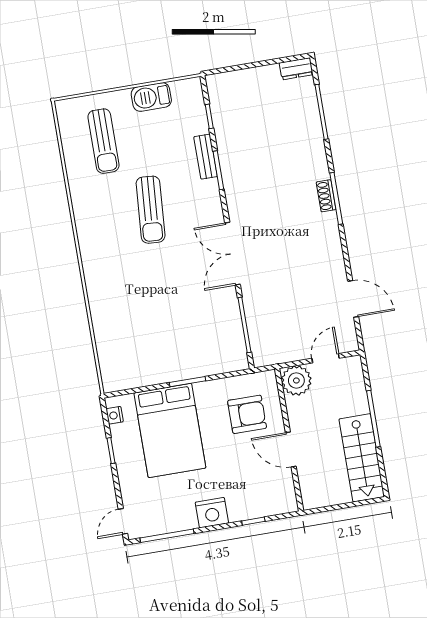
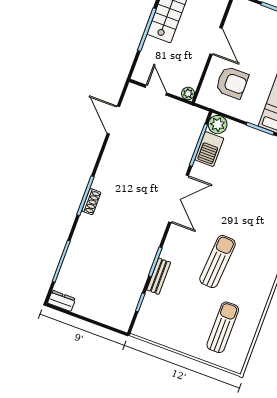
barbecue: (151, 97) -> (209, 149), moved, turned 90
door: (326, 358) -> (156, 90), swing flipped
plant: (236, 359) -> (218, 125), added
plant: (296, 380) -> (188, 93), width x0.53, depth x0.53
armchair: (247, 414) -> (232, 83), turned 180

